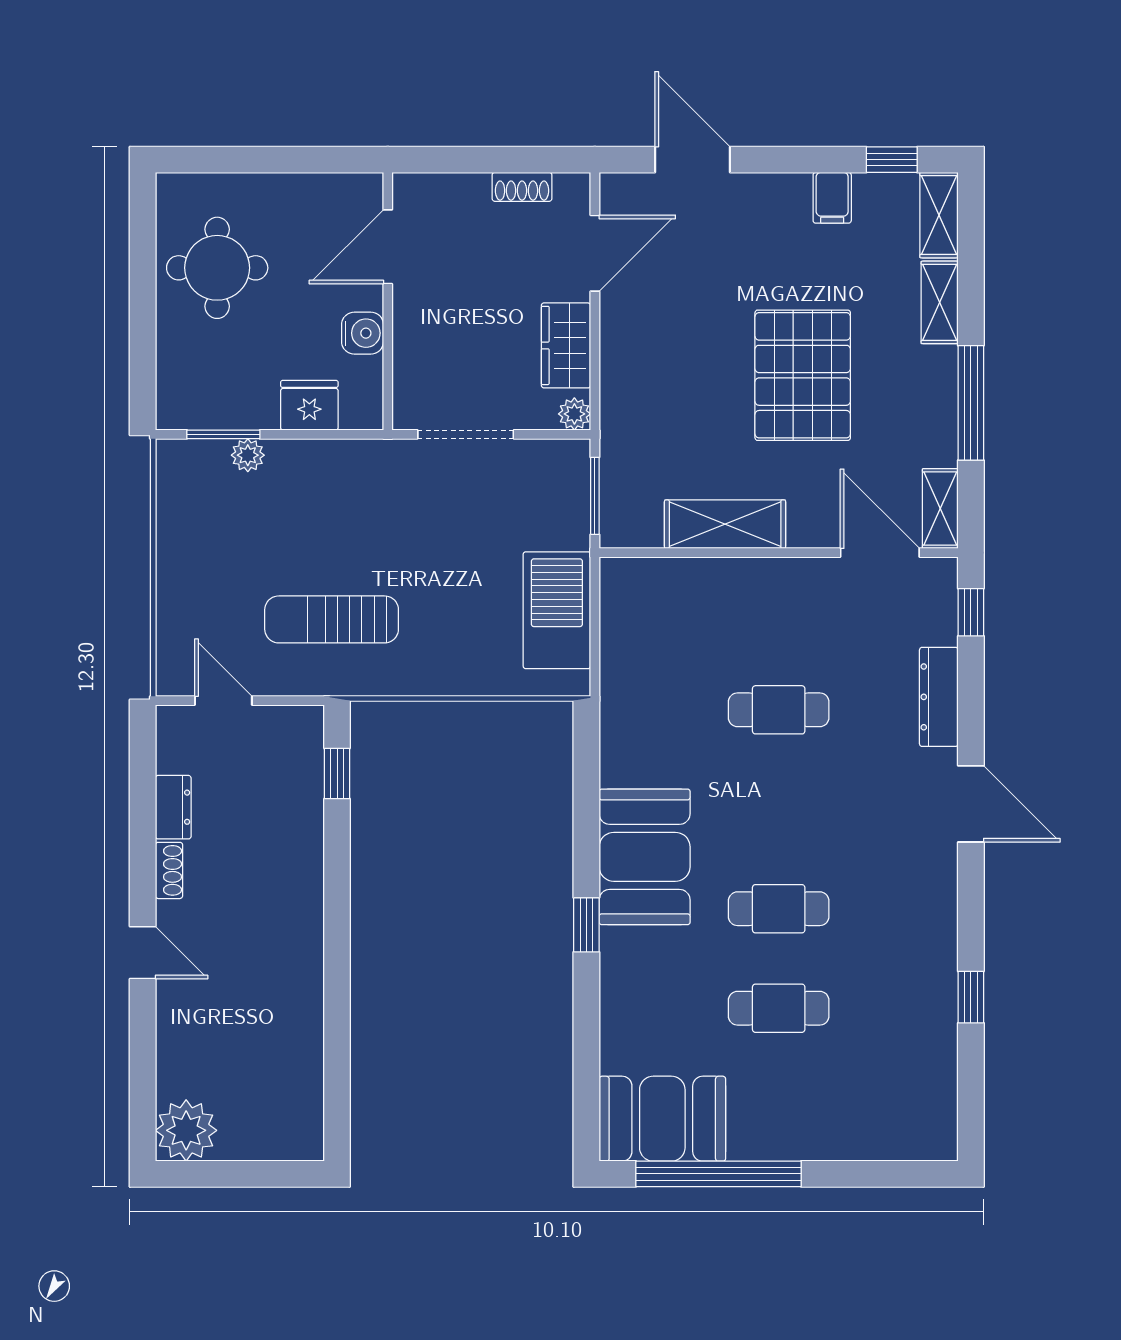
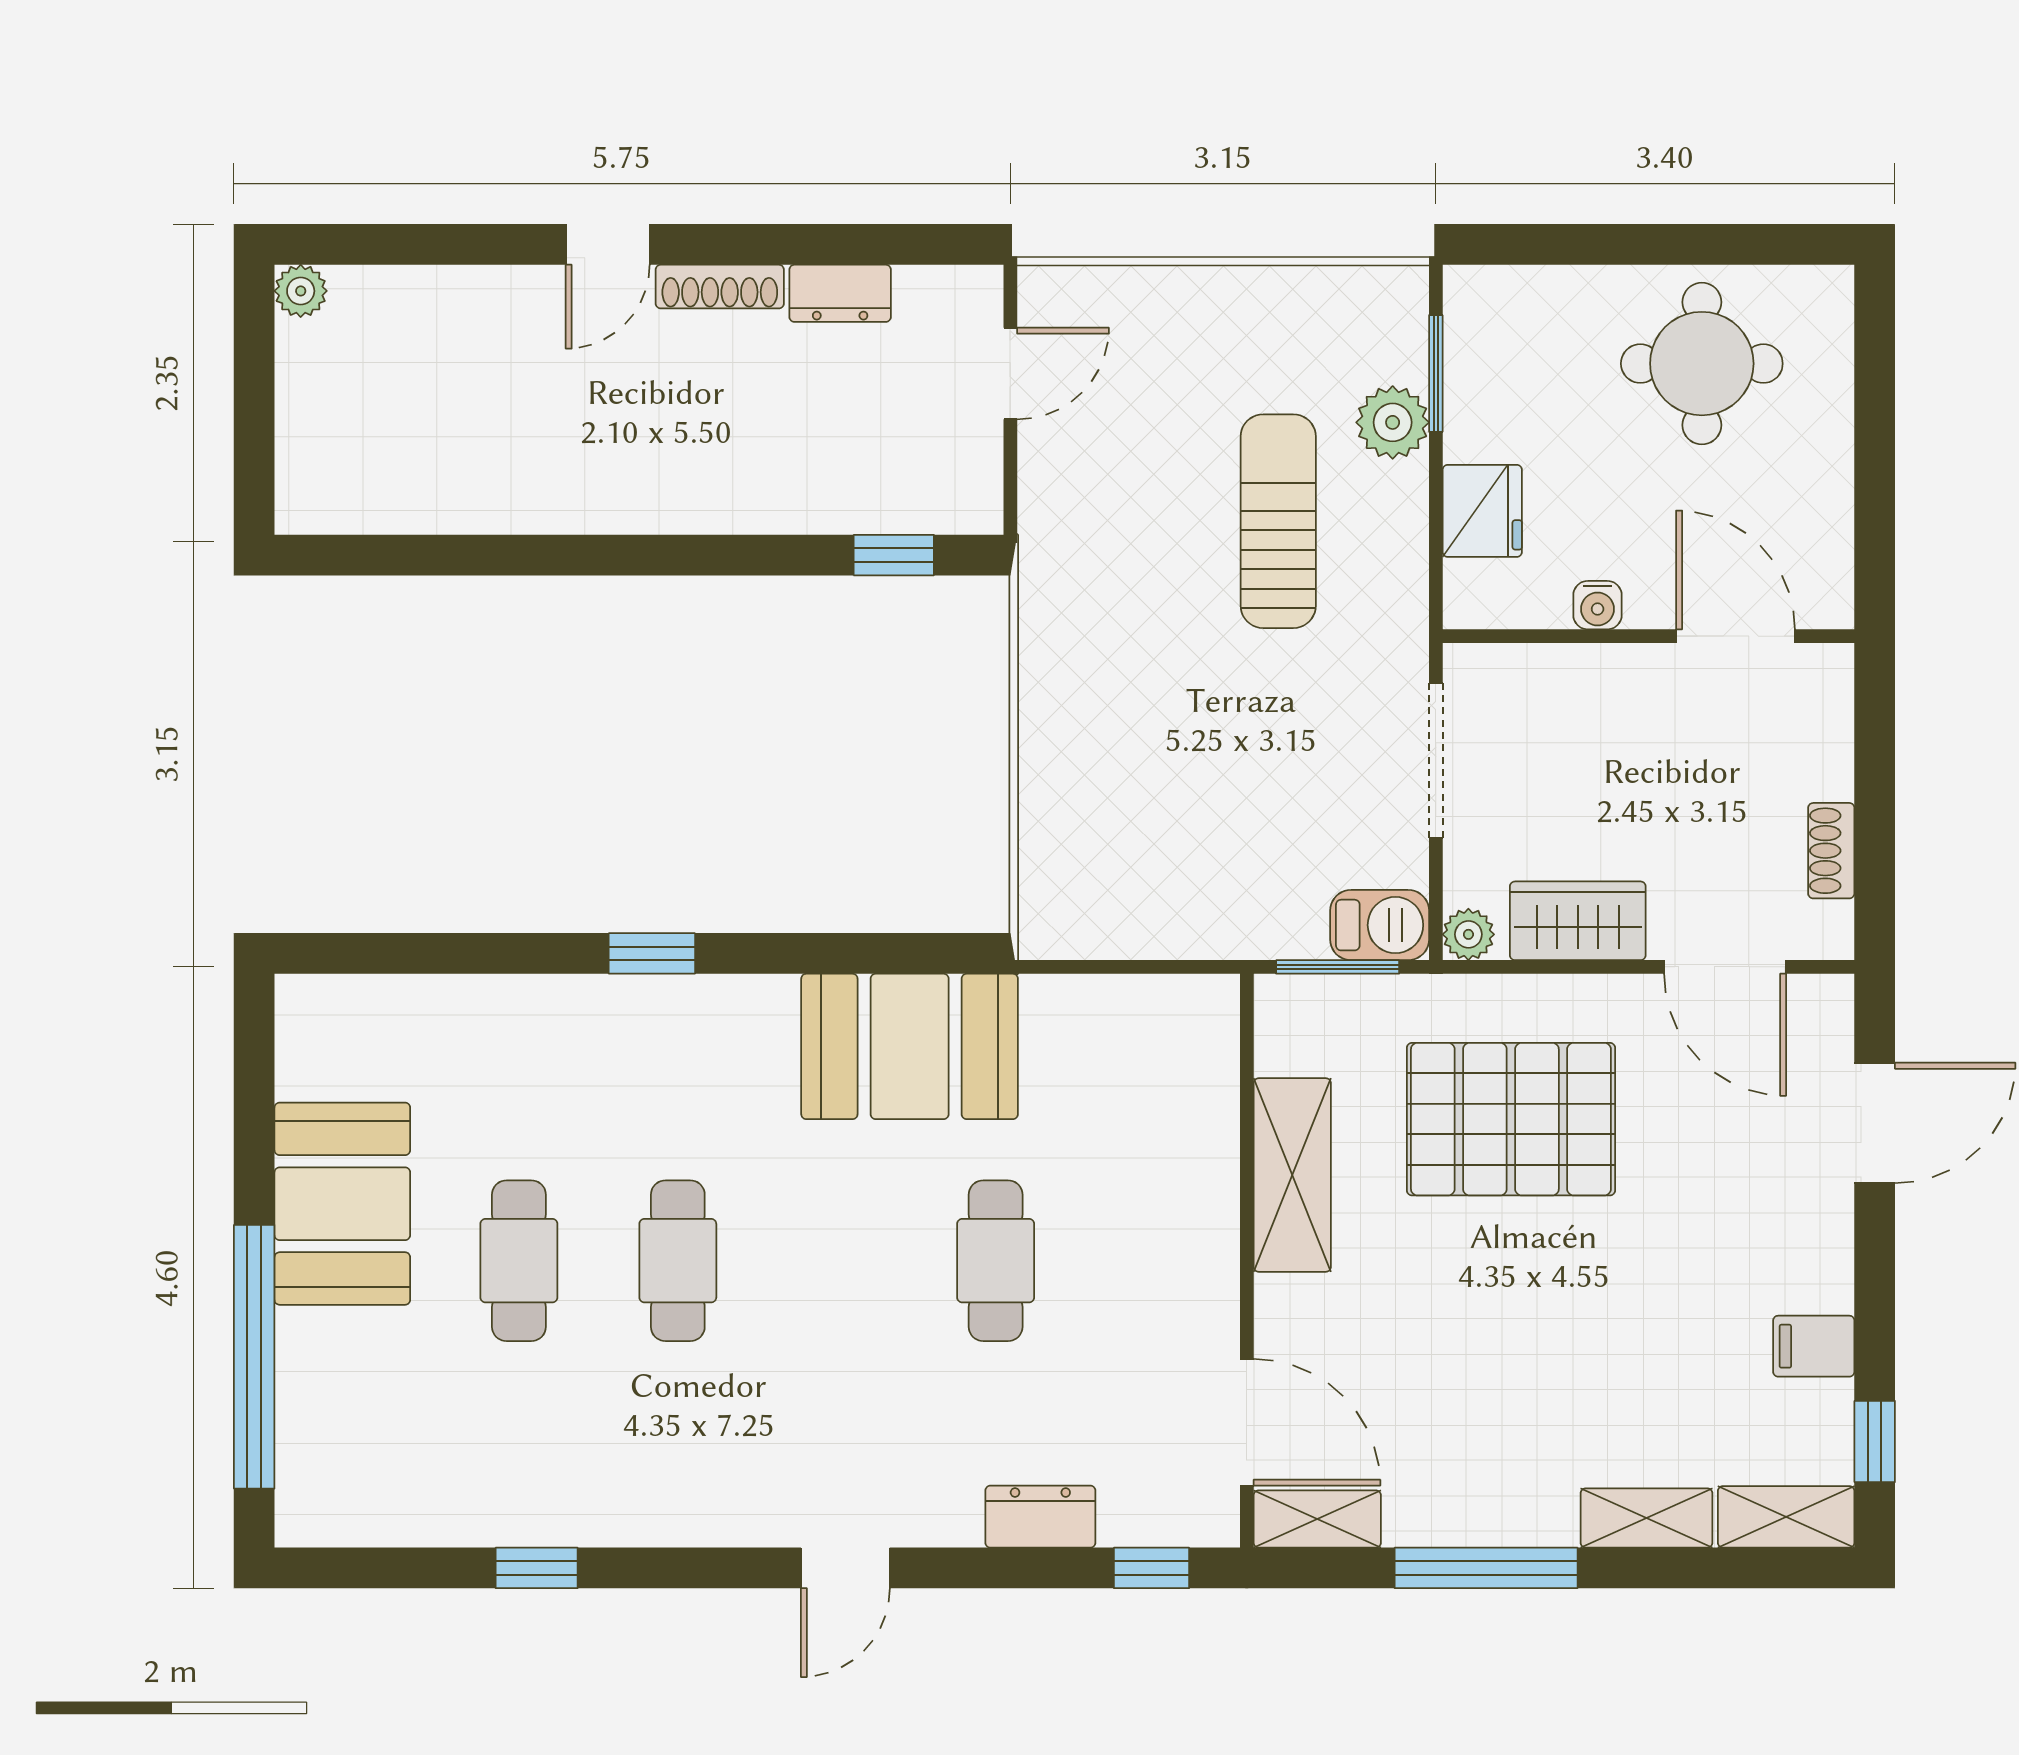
water cooler: (363, 333) -> (1598, 605), width x0.72, depth x0.72
pallet: (803, 375) -> (1511, 1119), moved
plant: (248, 455) -> (1393, 422), width x1.38, depth x1.38
door: (880, 553) -> (1247, 1422), hinge flipped
barbecue: (557, 610) -> (1380, 925), moved, width x0.53, depth x0.65
sun lounger: (332, 619) -> (1278, 521), moved
dresser: (939, 697) -> (1040, 1517), width x0.70
door: (971, 804) -> (845, 1568), width x0.73
booth: (645, 857) -> (910, 1046), moved
shoe rack: (169, 870) -> (720, 287), width x1.43
booth: (662, 1119) -> (342, 1204), moved
plant: (186, 1130) -> (301, 291), width x0.53, depth x0.53
window: (718, 1174) -> (254, 1357), moved

